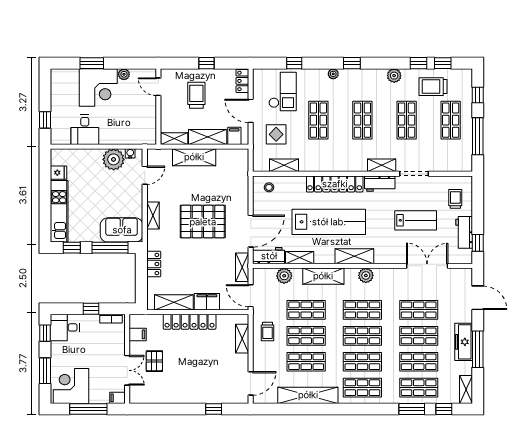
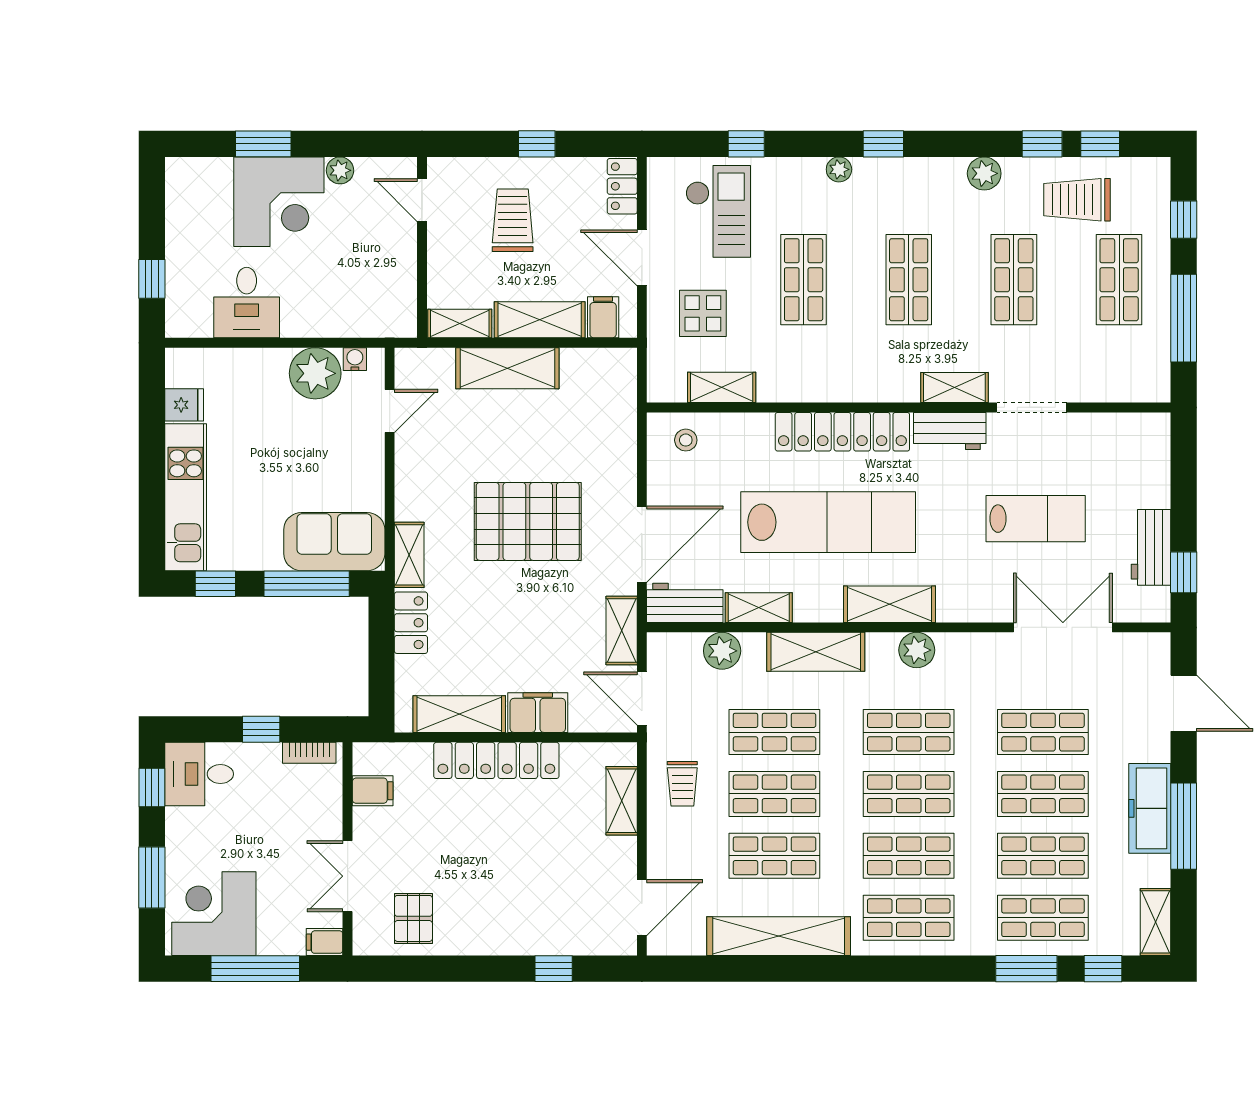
trolley: (455, 199) -> (1130, 467), removed
shelving: (153, 216) -> (409, 555), moved
pallet: (154, 361) -> (413, 918), moved
double door: (127, 370) -> (348, 876), swing flipped

